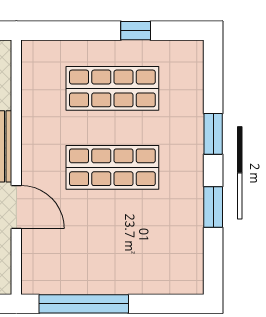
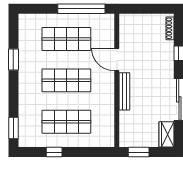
window: (213, 134) -> (13, 128), moved
shop shelf: (112, 246) -> (66, 39), added

